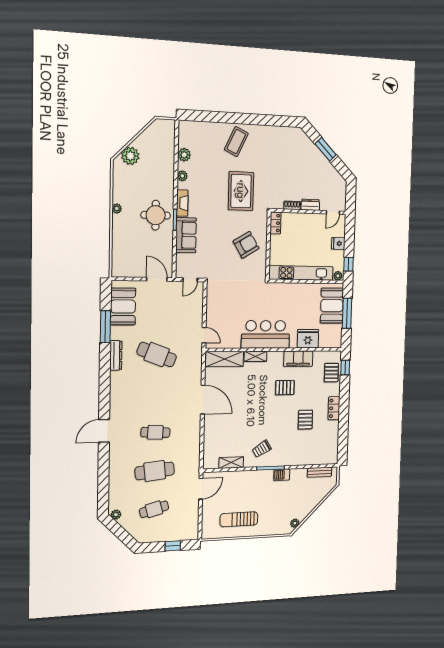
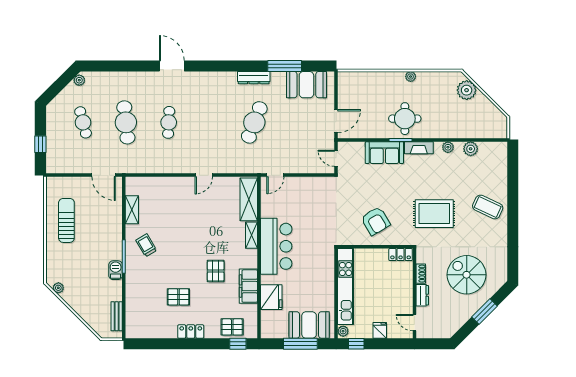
spiral stairs: (294, 164) -> (467, 275), added
door: (203, 400) -> (204, 175), width x0.53

